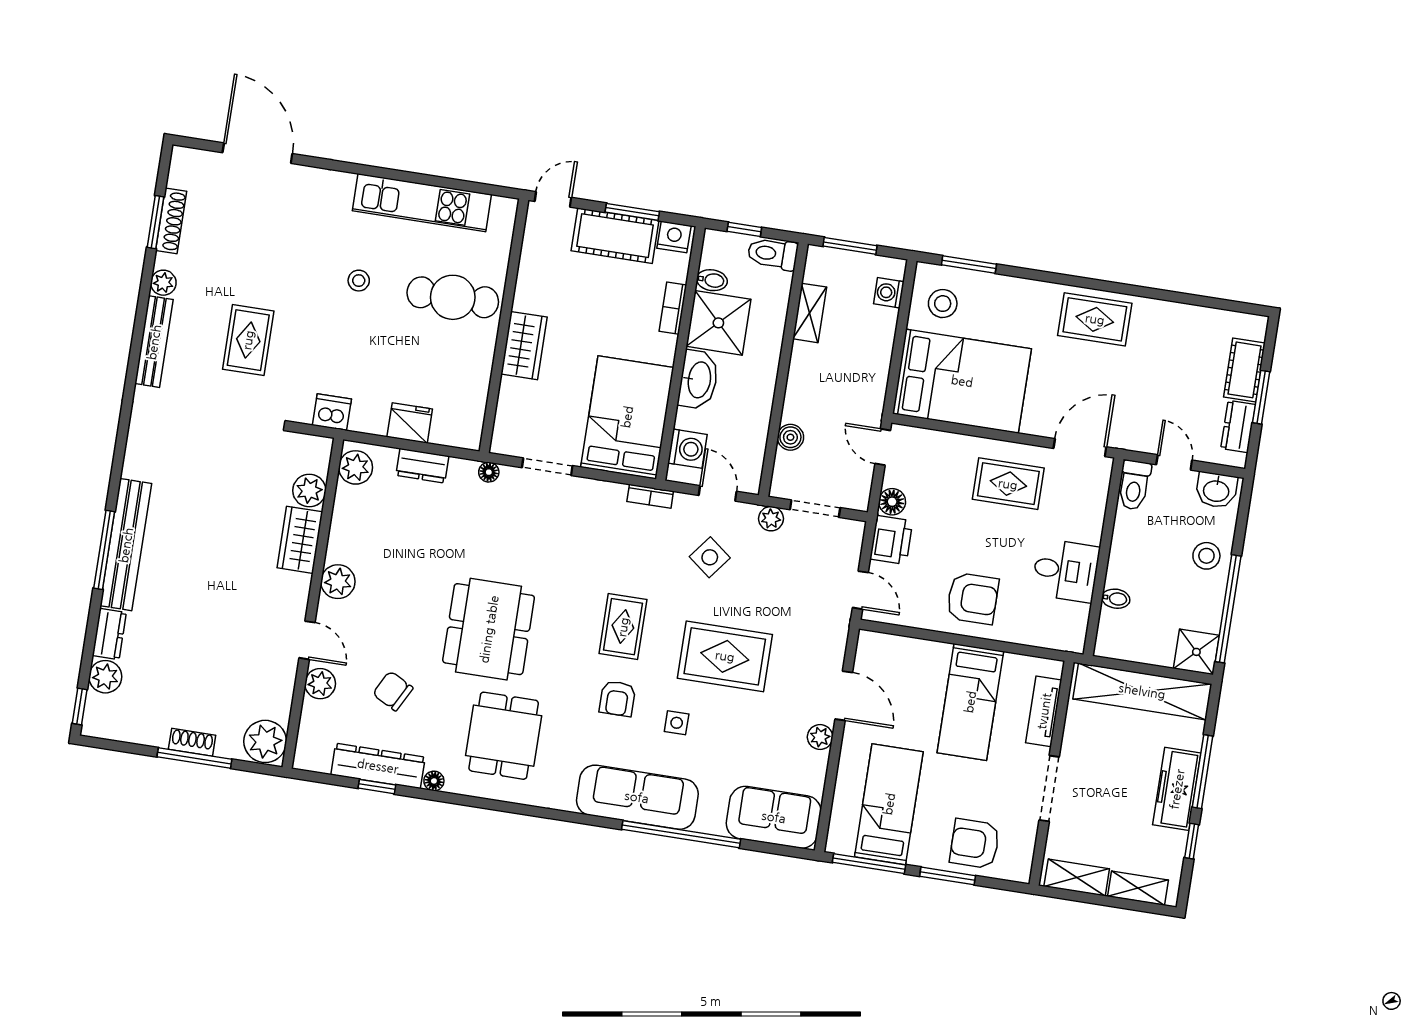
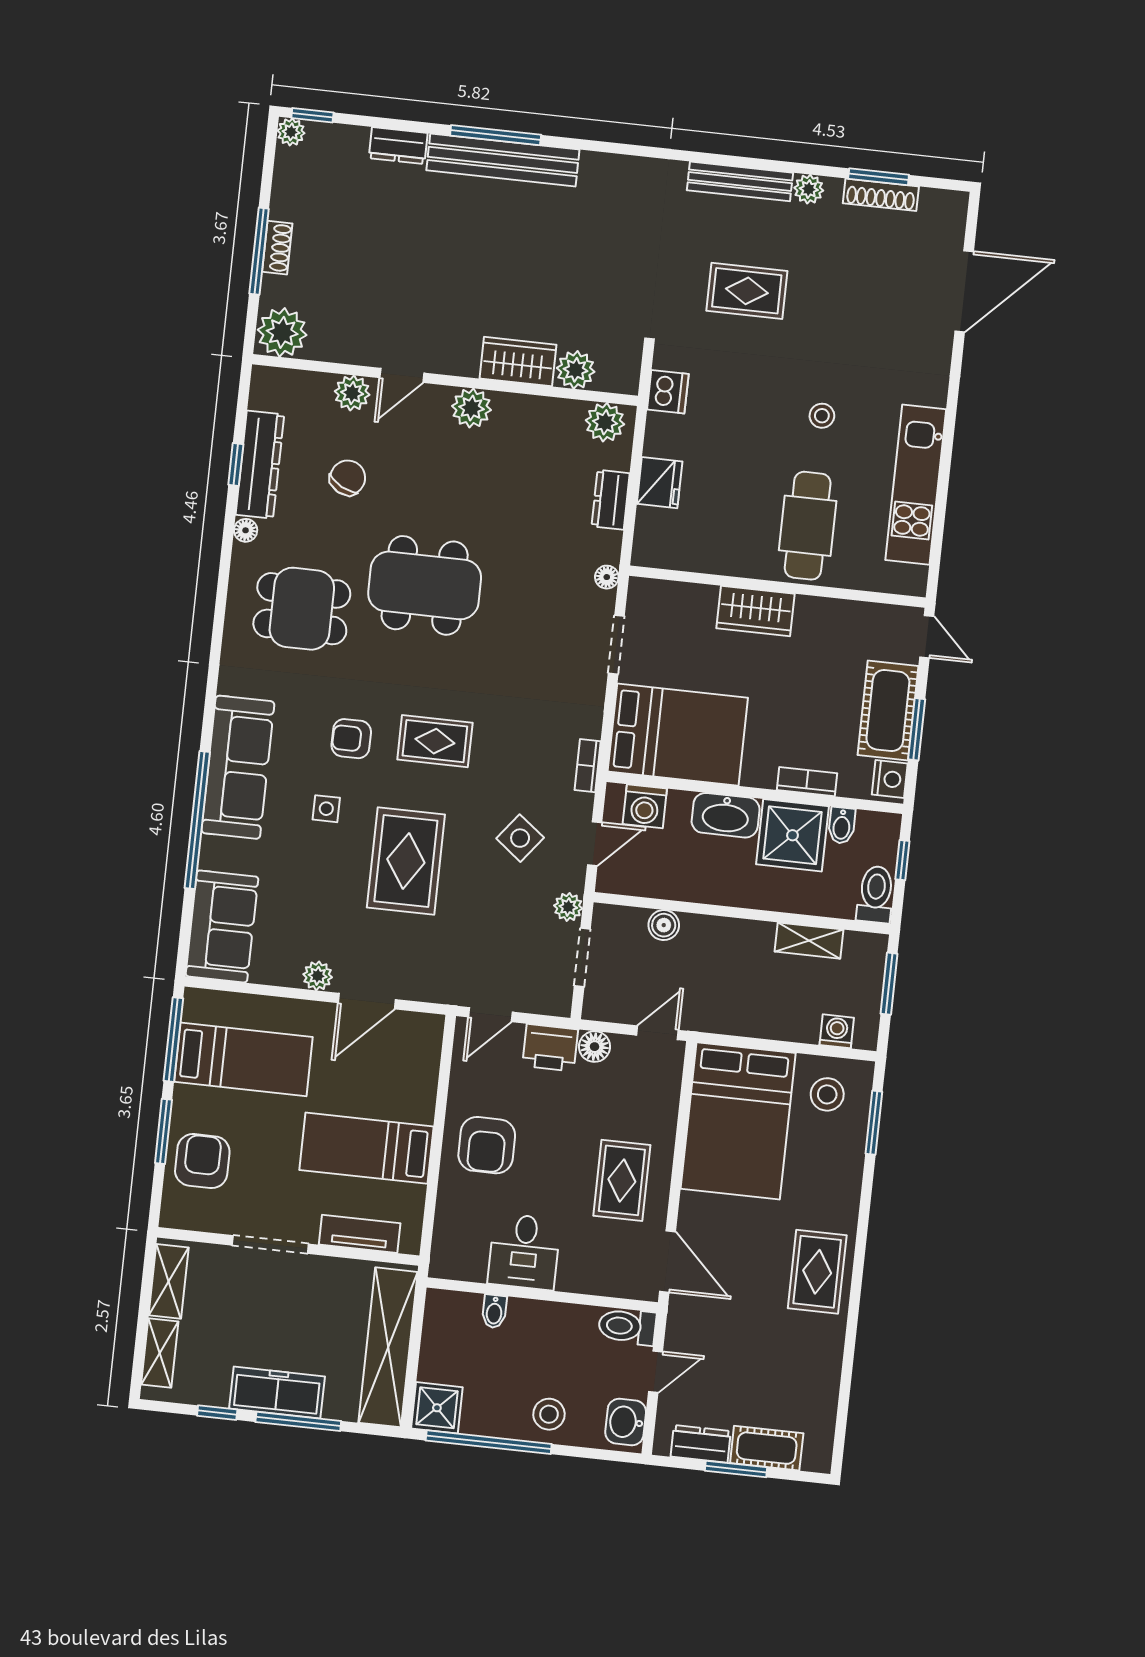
plant: (105, 677) -> (291, 132), moved, width x0.73, depth x0.73

